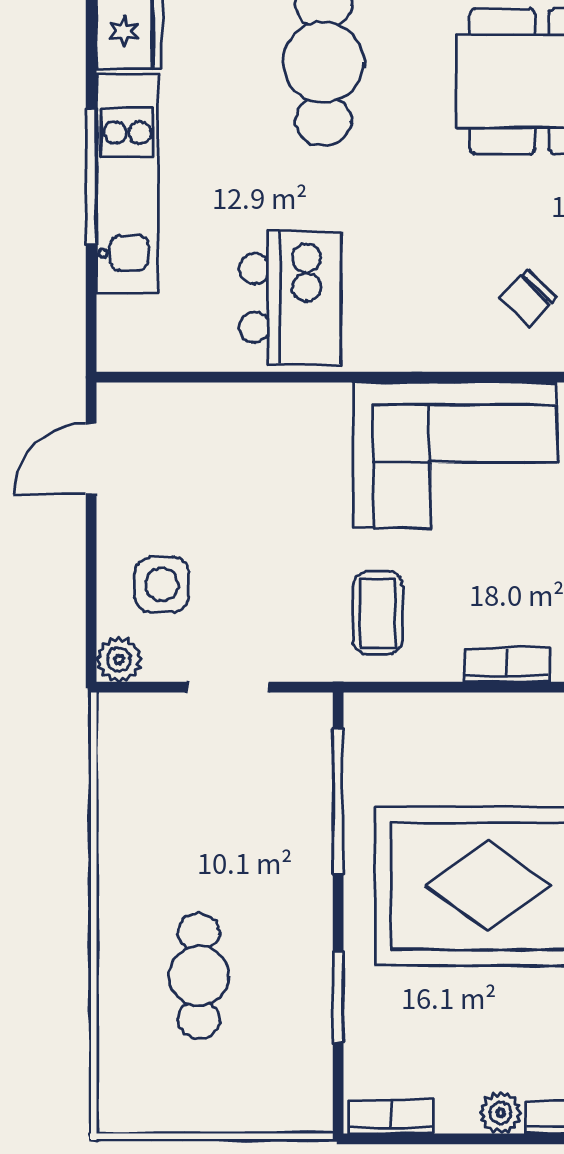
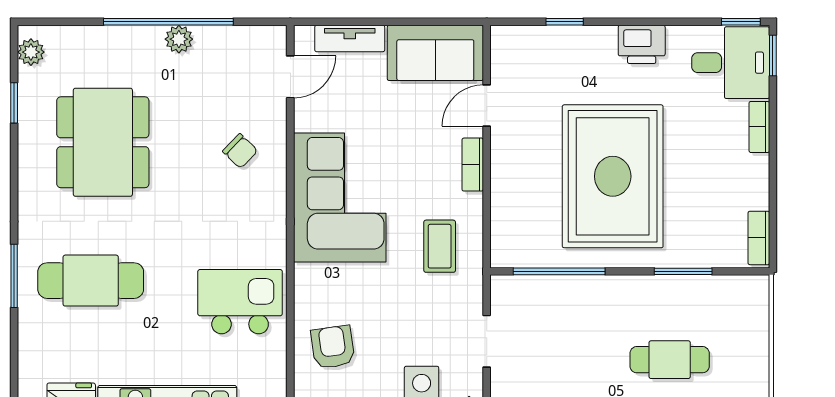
armchair: (219, 444) -> (333, 347), added
coffee table: (378, 613) -> (440, 246), turned 90
plant: (501, 1113) -> (756, 168), removed

